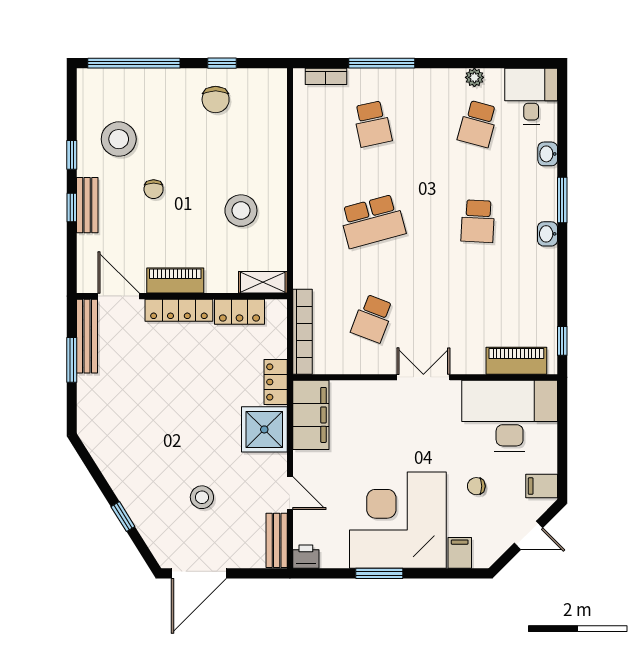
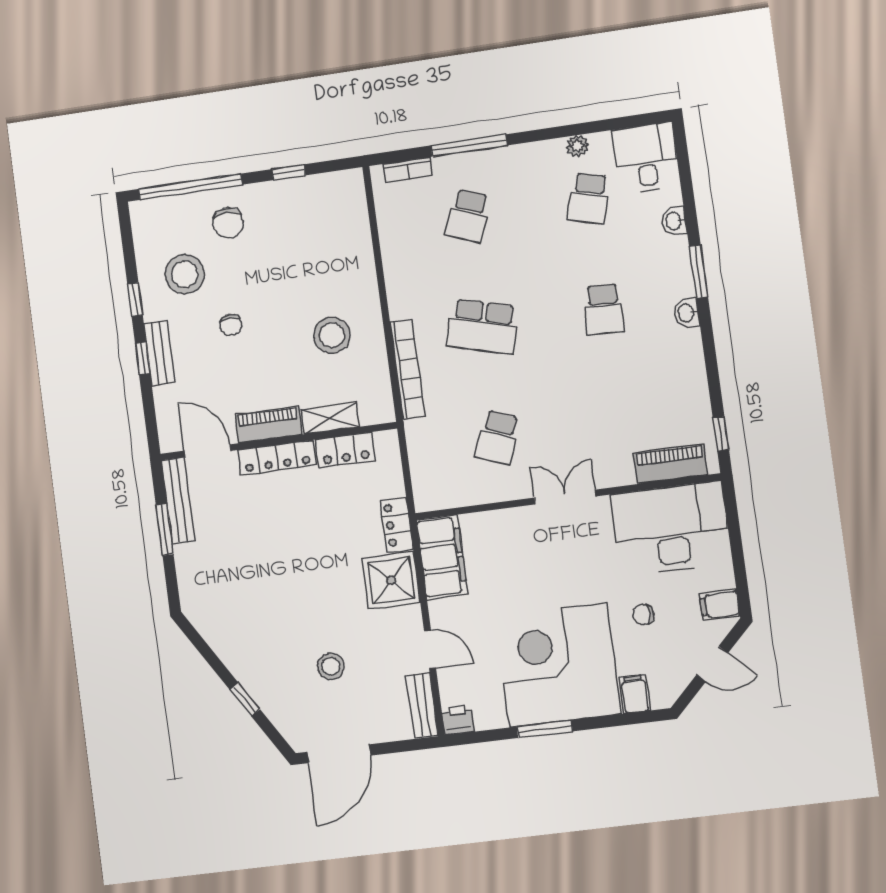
chair: (216, 100) -> (228, 223), moved
school desk: (372, 124) -> (468, 216), turned 33
school desk: (372, 221) -> (483, 326), turned 30
shelving: (263, 282) -> (330, 418), moved
bookcase: (303, 332) -> (407, 369), moved

